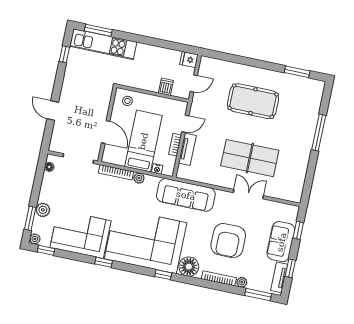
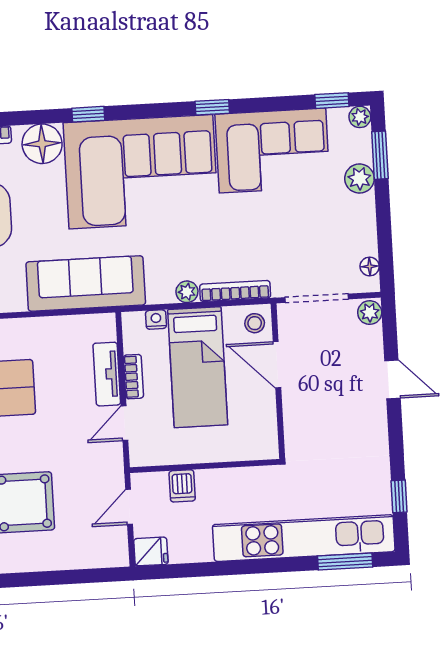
kitchen unit: (103, 44) -> (304, 538), width x1.36
stool: (127, 101) -> (255, 323), moved
plant: (55, 145) -> (370, 313), added

